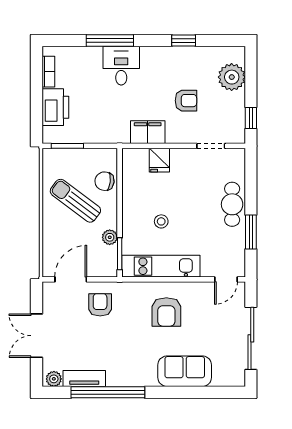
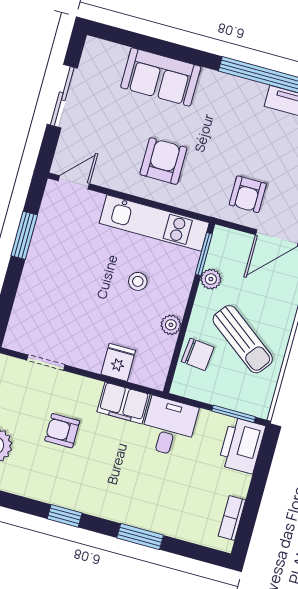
window: (110, 41) -> (140, 537), width x0.69
window: (184, 41) -> (65, 516), moved
desk: (121, 66) -> (169, 427), moved, turned 180
printer: (55, 107) -> (242, 445), moved
plant: (129, 197) -> (171, 325), added
cafe table: (232, 204) -> (39, 278), removed
sliding door: (251, 338) -> (62, 96), width x0.73

